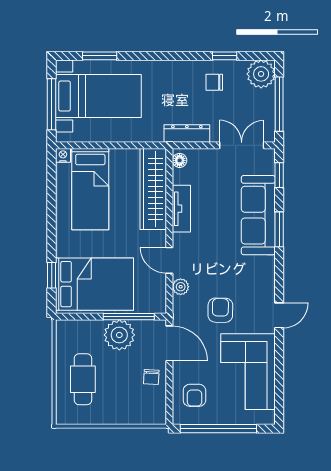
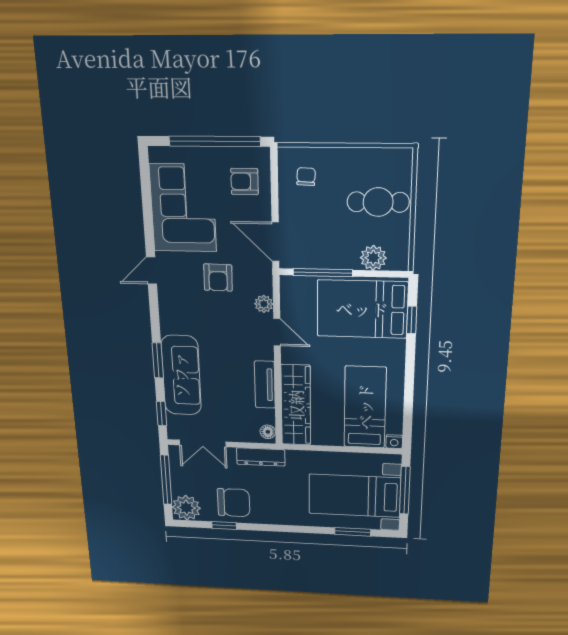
chair: (214, 82) -> (234, 503), width x1.87, depth x1.87
plant: (119, 335) -> (373, 258), moved, width x0.73, depth x0.73
chair: (151, 377) -> (306, 177), moved
cafe table: (83, 379) -> (378, 202), turned 90
armchair: (194, 395) -> (245, 181), turned -90

